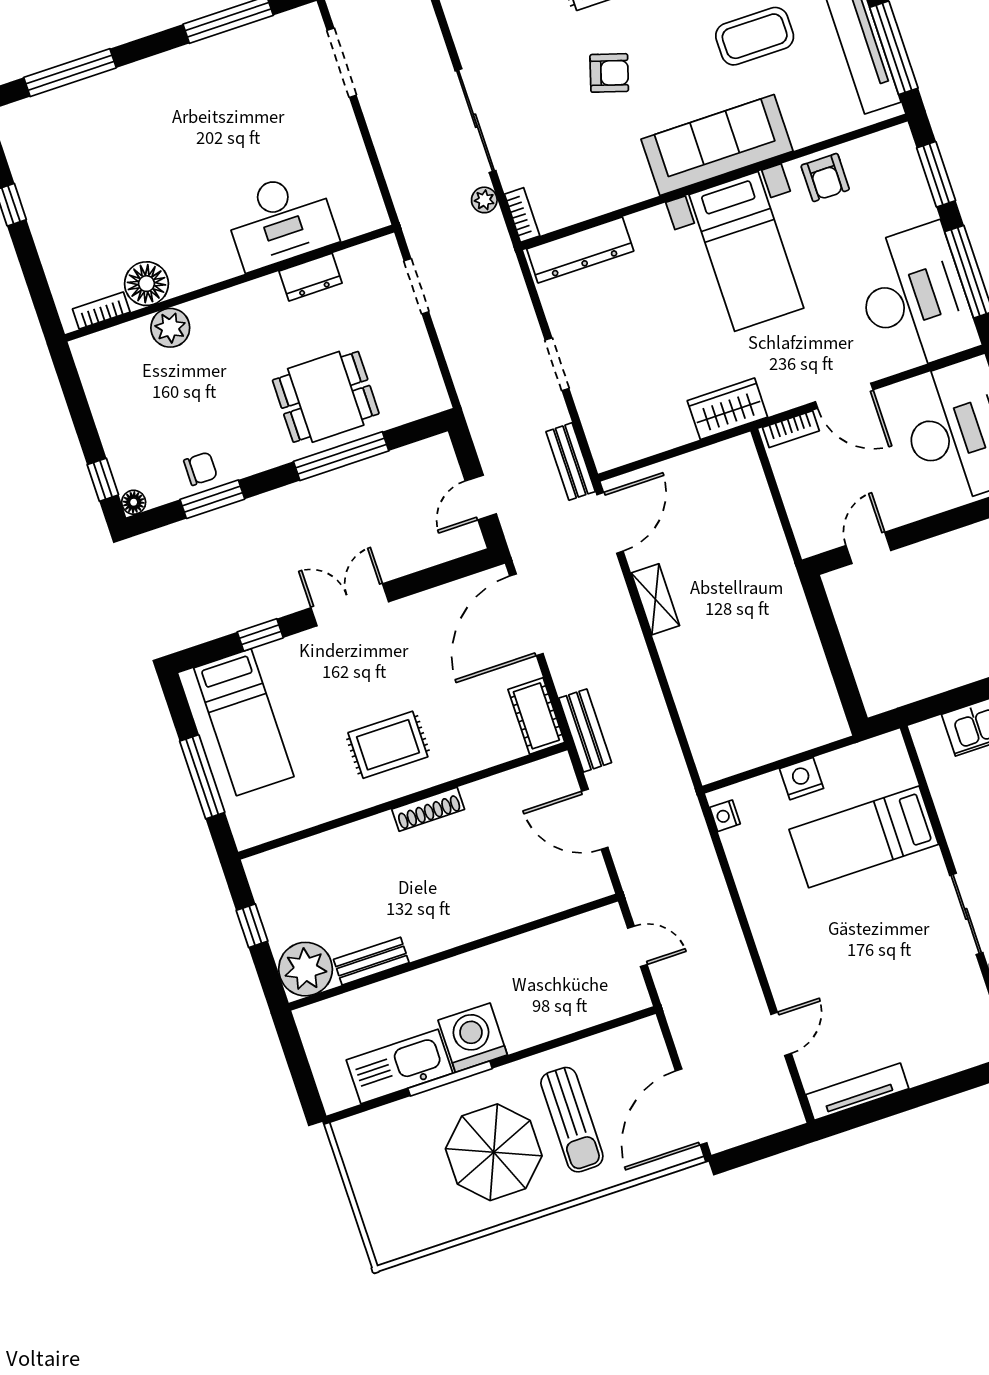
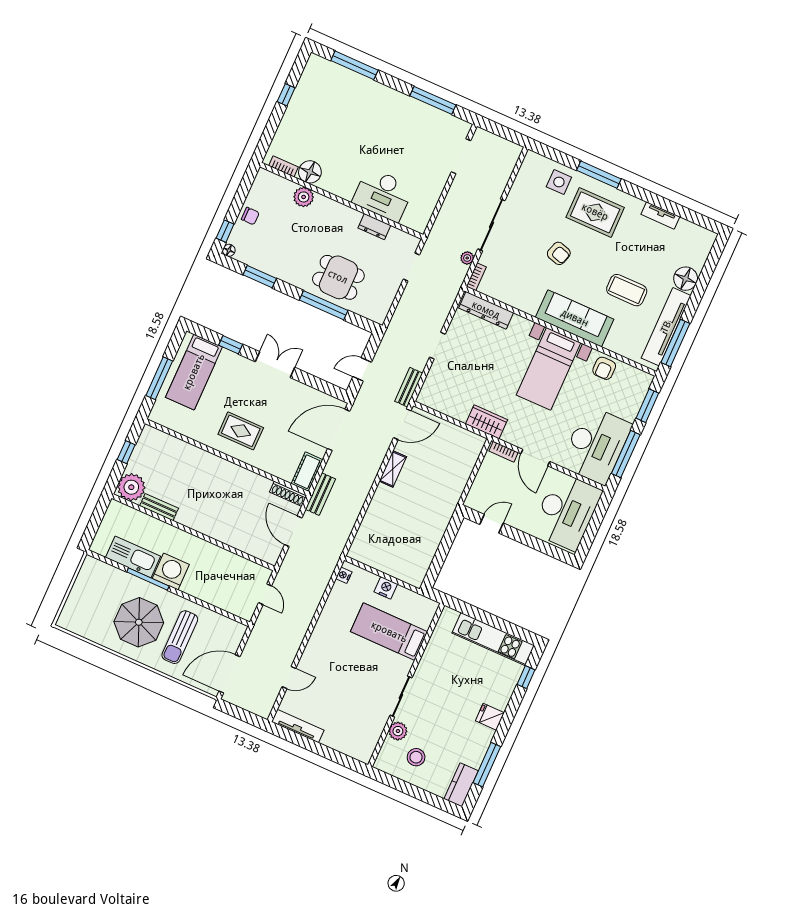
chair: (200, 469) -> (250, 216), moved
shoe rack: (428, 809) -> (288, 494), moved

